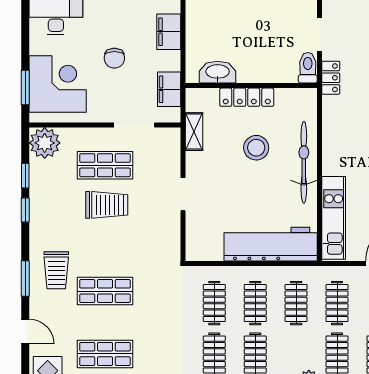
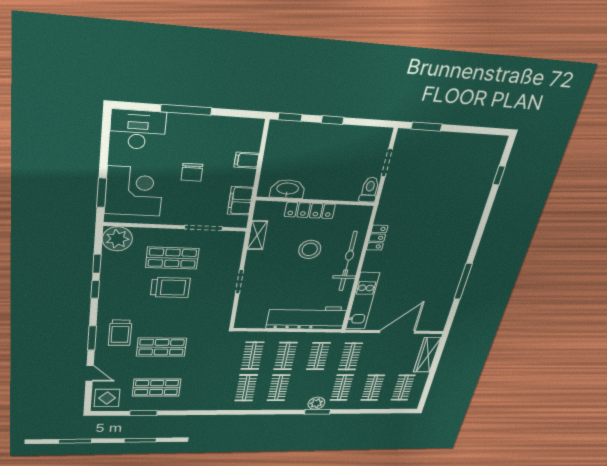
filing cabinet: (169, 32) -> (247, 160), width x0.50
locker: (331, 78) -> (377, 238), moved

